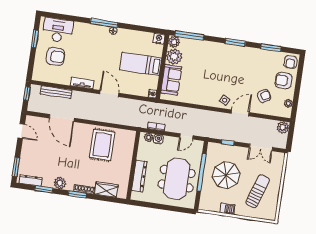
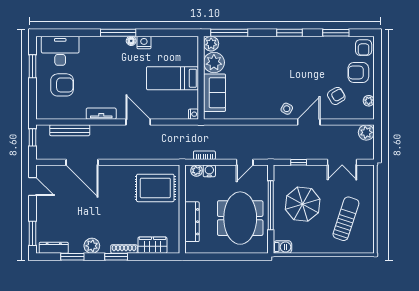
nightstand: (159, 39) -> (144, 42), moved
rug: (102, 145) -> (155, 188), moved, turned 90
barbecue: (227, 209) -> (283, 247), moved

